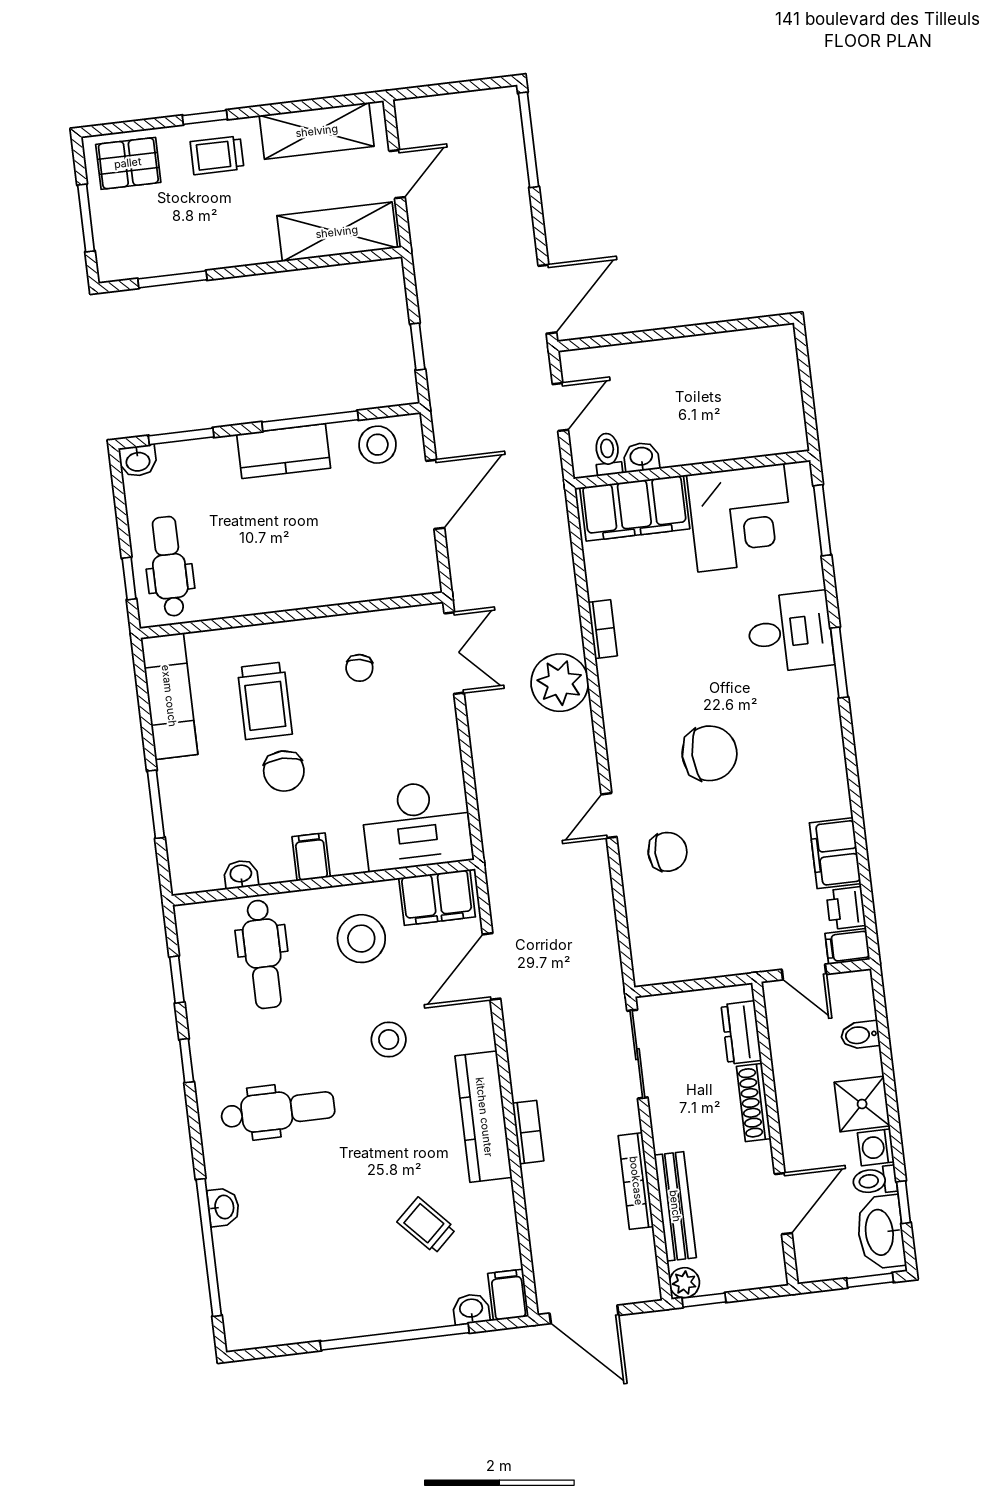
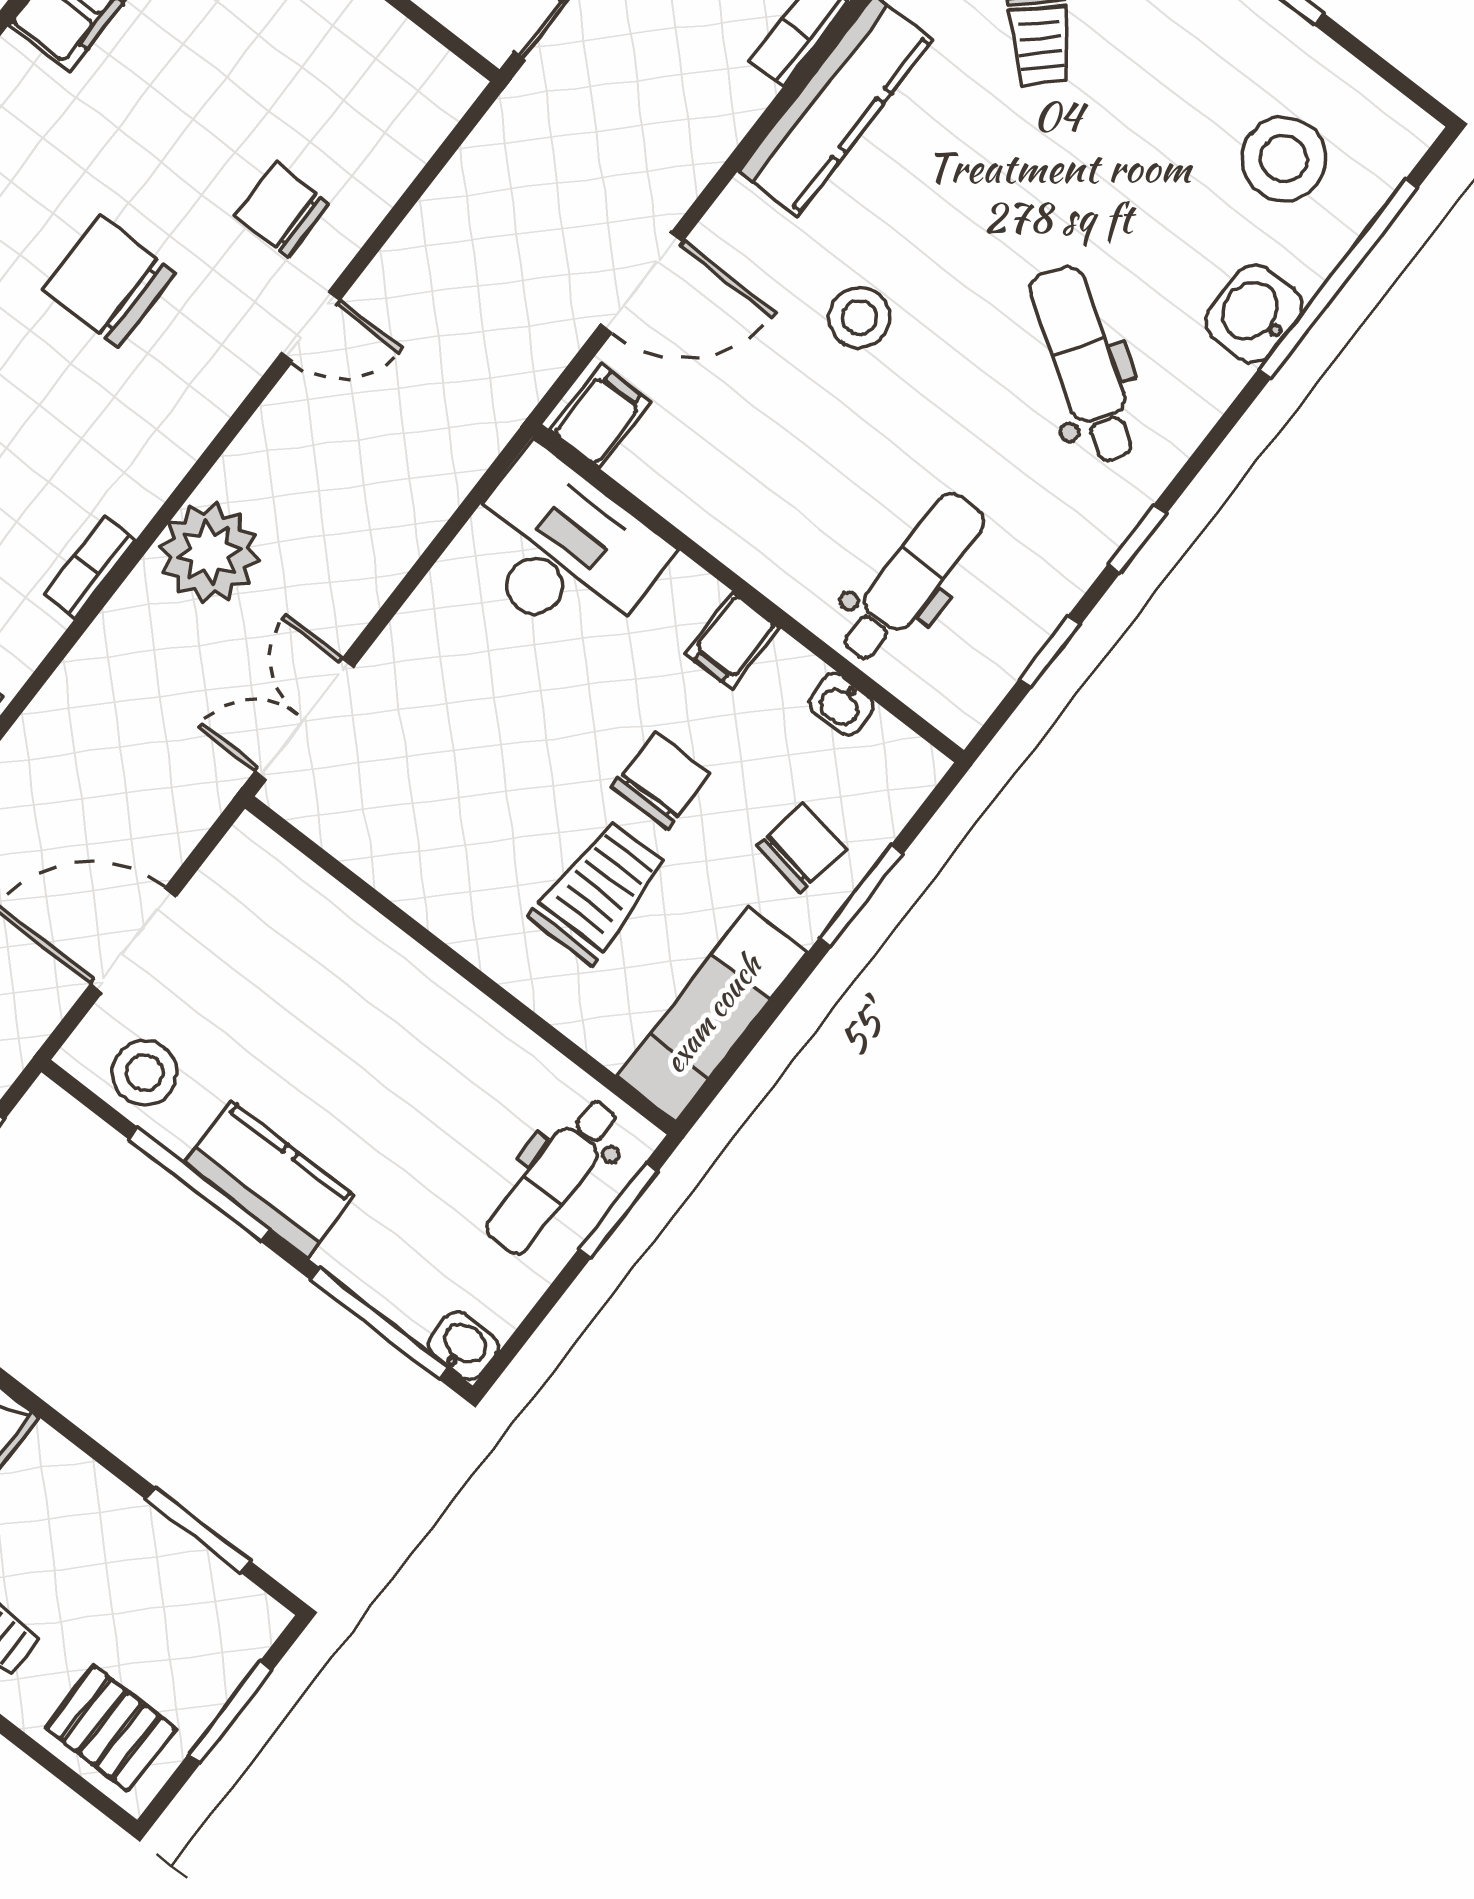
window: (181, 436) -> (379, 1323), width x1.44
window: (129, 579) -> (618, 1210), width x1.50
chair: (359, 668) -> (801, 848), moved, width x1.37, depth x1.37
filing cabinet: (437, 897) -> (600, 416), width x0.50
stool: (361, 939) -> (1284, 159), moved
dental chair: (278, 1111) -> (1085, 364), turned 33
washbasin: (223, 1207) -> (1254, 314), width x1.38, depth x1.45

